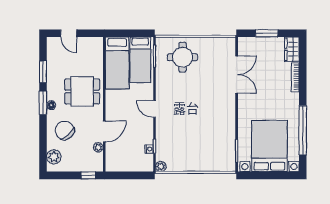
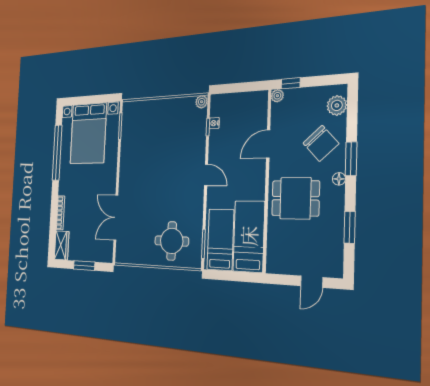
door: (69, 33) -> (312, 282), swing flipped
window: (43, 103) -> (351, 159), moved
plant: (98, 147) -> (277, 96), moved

